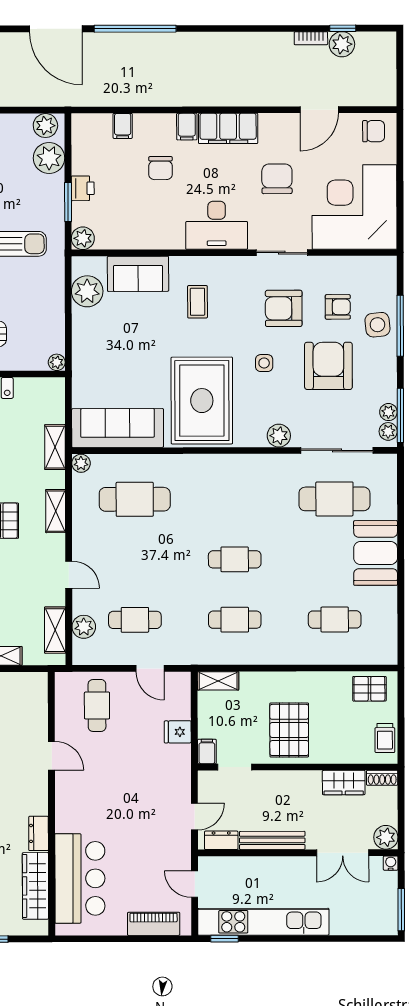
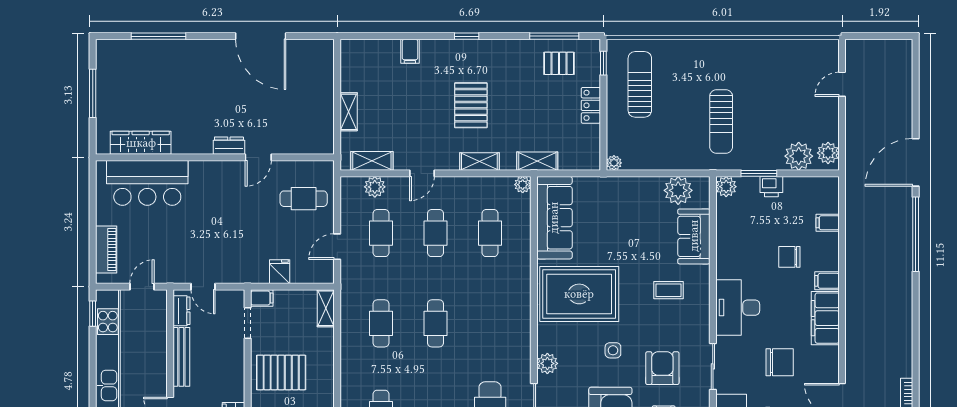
cafe table: (135, 499) -> (490, 233), width x0.73, depth x0.74
cafe table: (135, 560) -> (436, 233), added
dresser: (39, 833) -> (229, 146), moved

